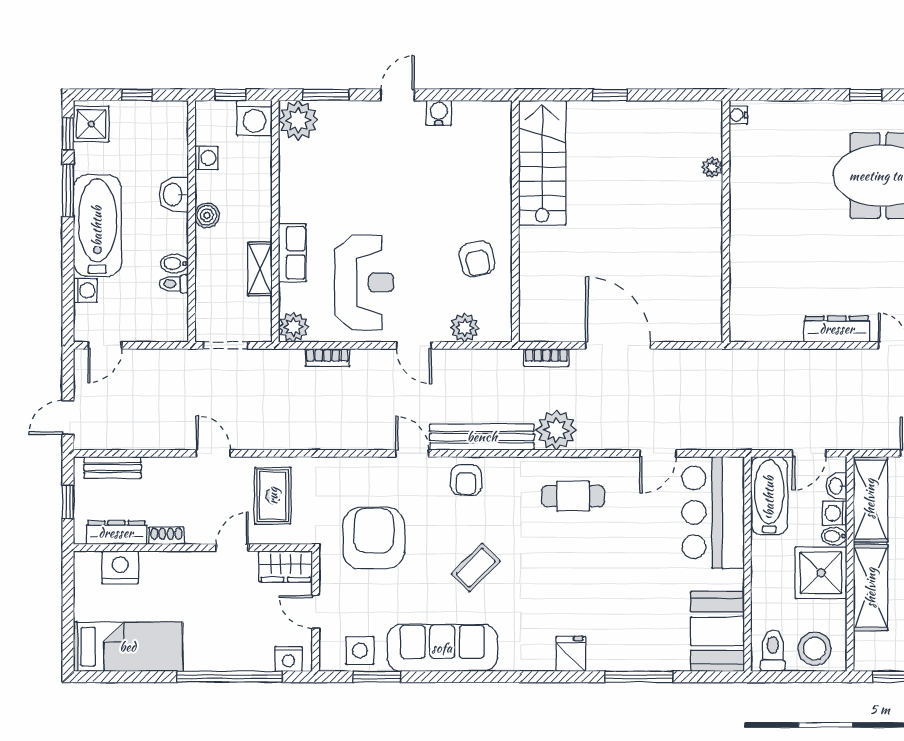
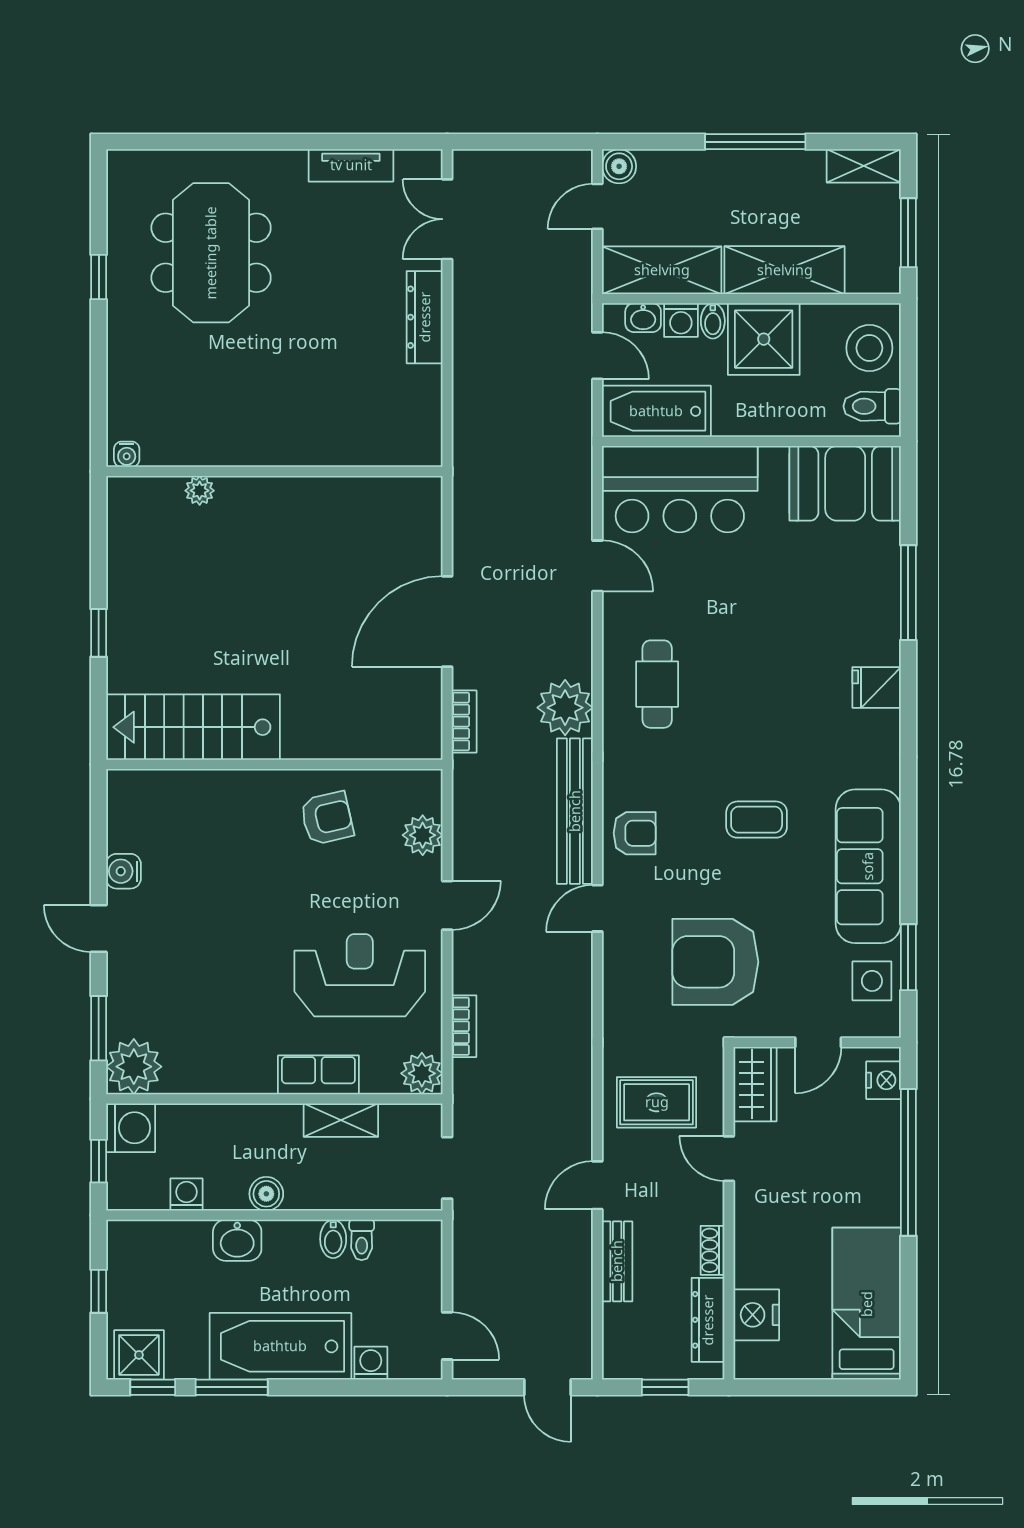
bench: (113, 467) -> (617, 1261), moved
coffee table: (476, 568) -> (757, 820), turned -45

